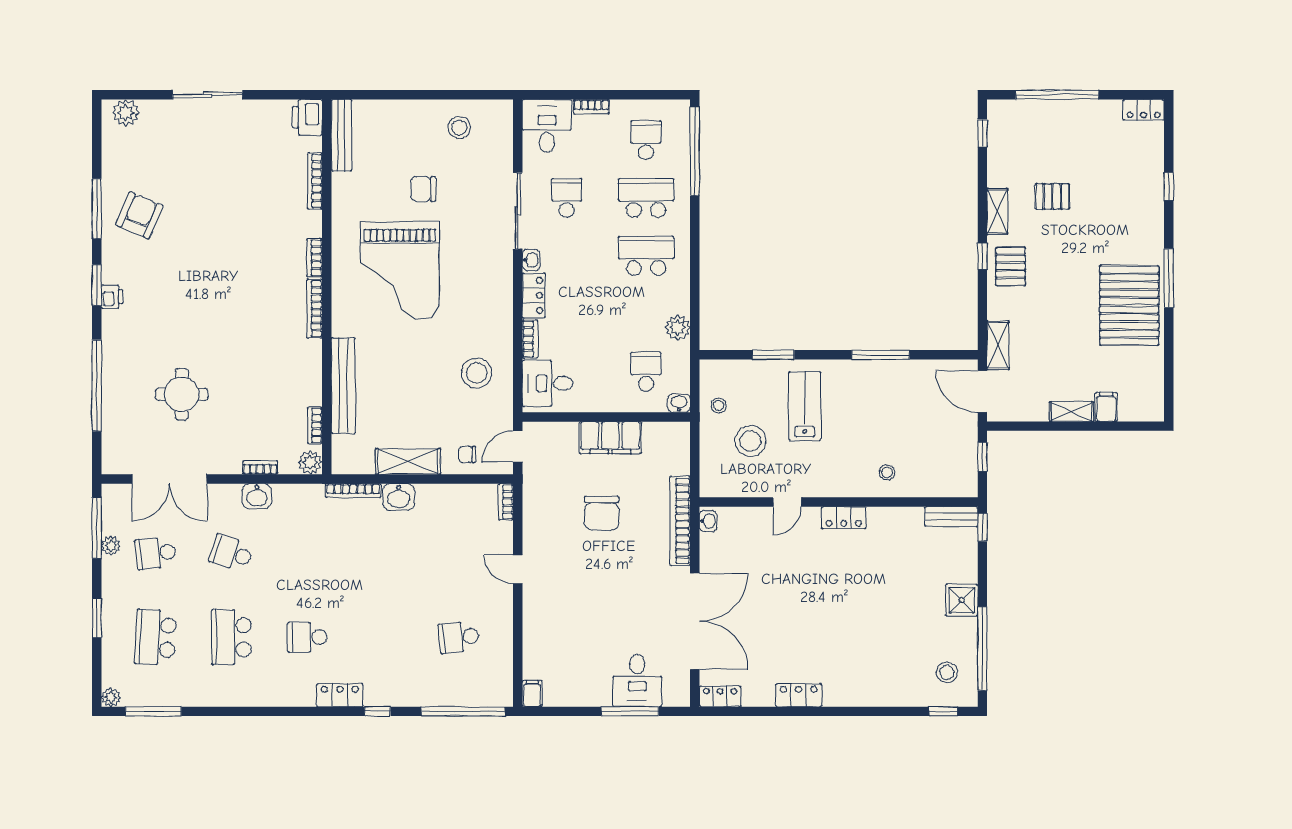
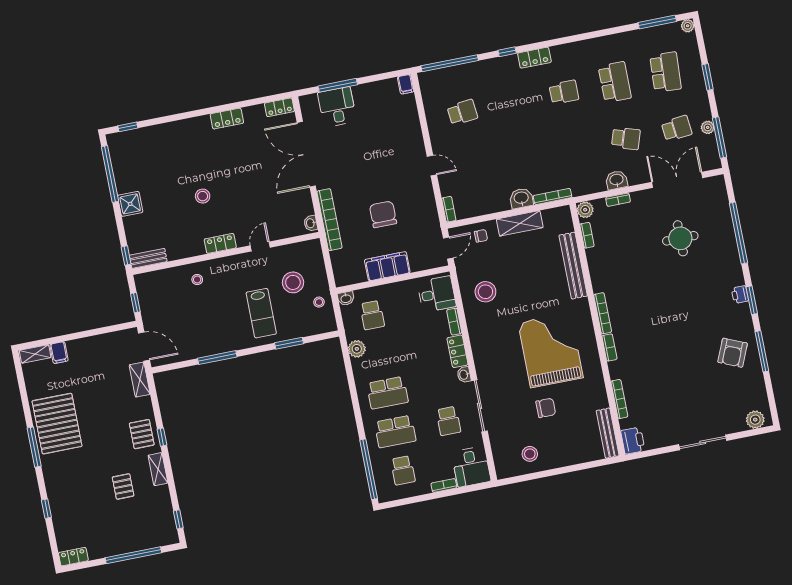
pallet: (1052, 196) -> (123, 486), turned 90
shelving: (1072, 412) -> (35, 354), moved
stool: (947, 672) -> (203, 196), moved

